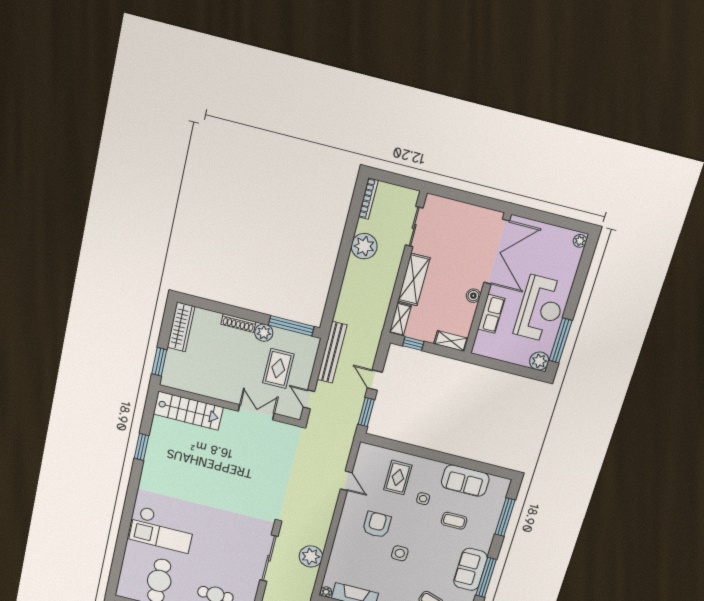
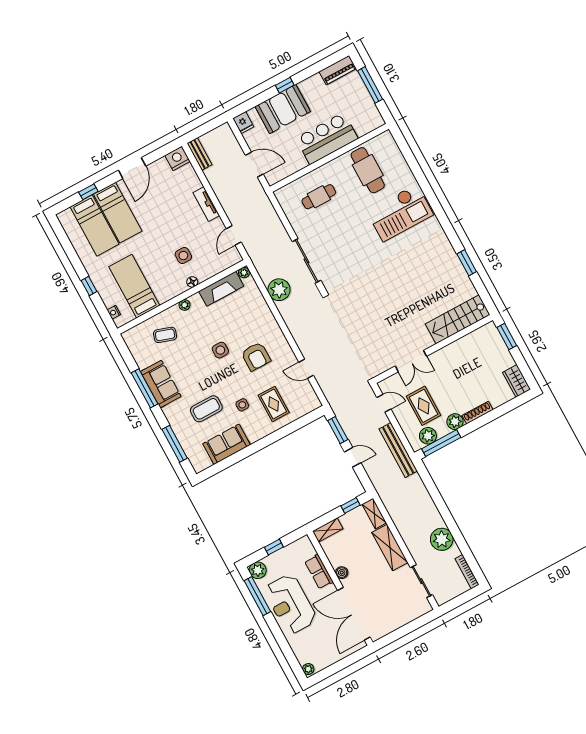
wardrobe: (181, 327) -> (517, 381), width x0.67
plant: (297, 341) -> (428, 436), added
window: (508, 367) -> (274, 547), added
coffee table: (454, 521) -> (206, 409), width x1.36, depth x1.30
checkout: (162, 530) -> (400, 213), turned 180

